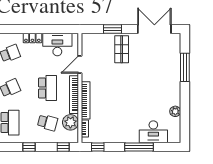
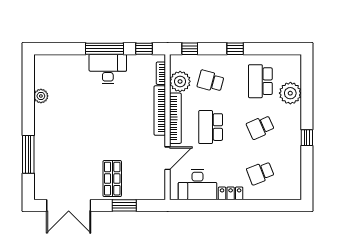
desk: (153, 132) -> (108, 69), moved
window: (139, 147) -> (104, 49), moved

